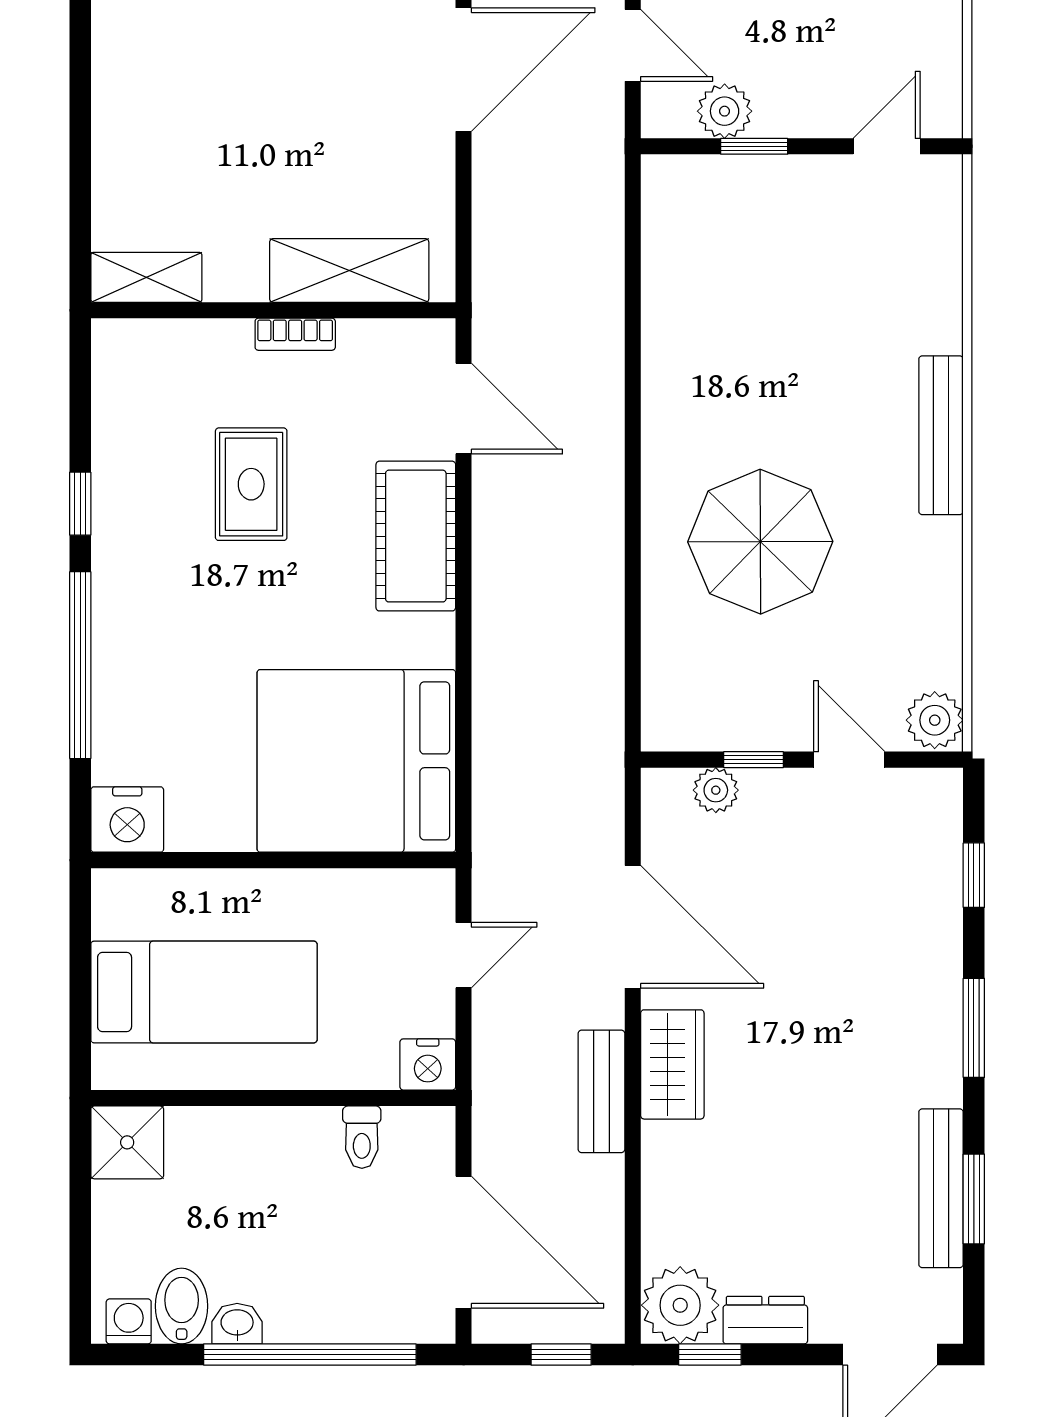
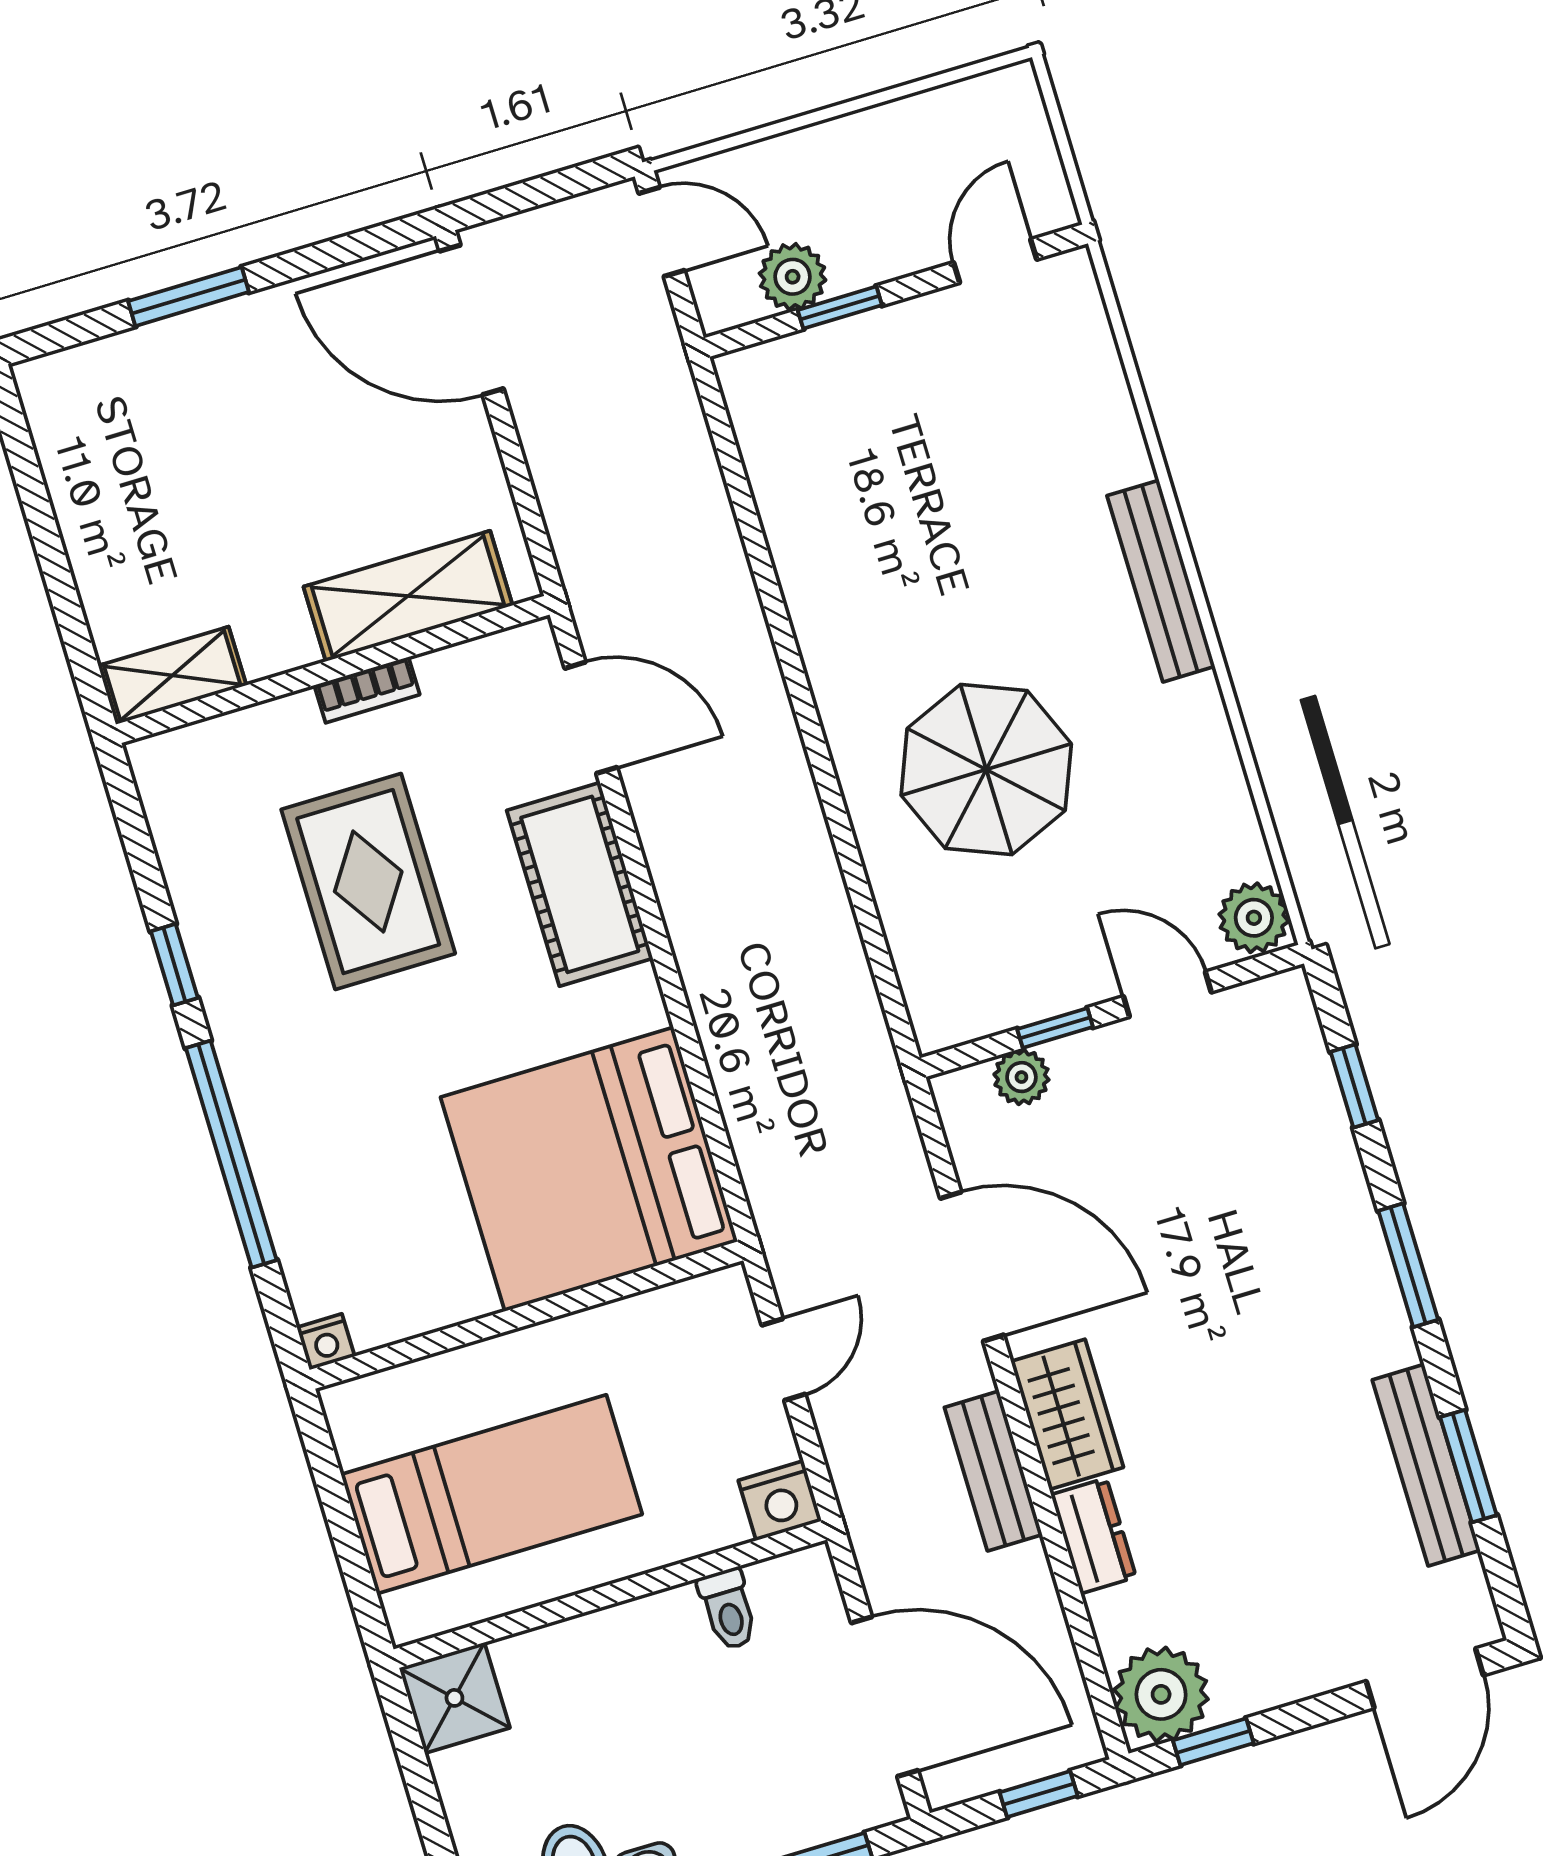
door: (464, 70) -> (472, 320), swing flipped
rug: (251, 484) -> (368, 882), width x1.36, depth x1.43
nightstand: (127, 820) -> (326, 1342), width x0.53, depth x0.56
dresser: (765, 1320) -> (1093, 1536), moved, turned 90

